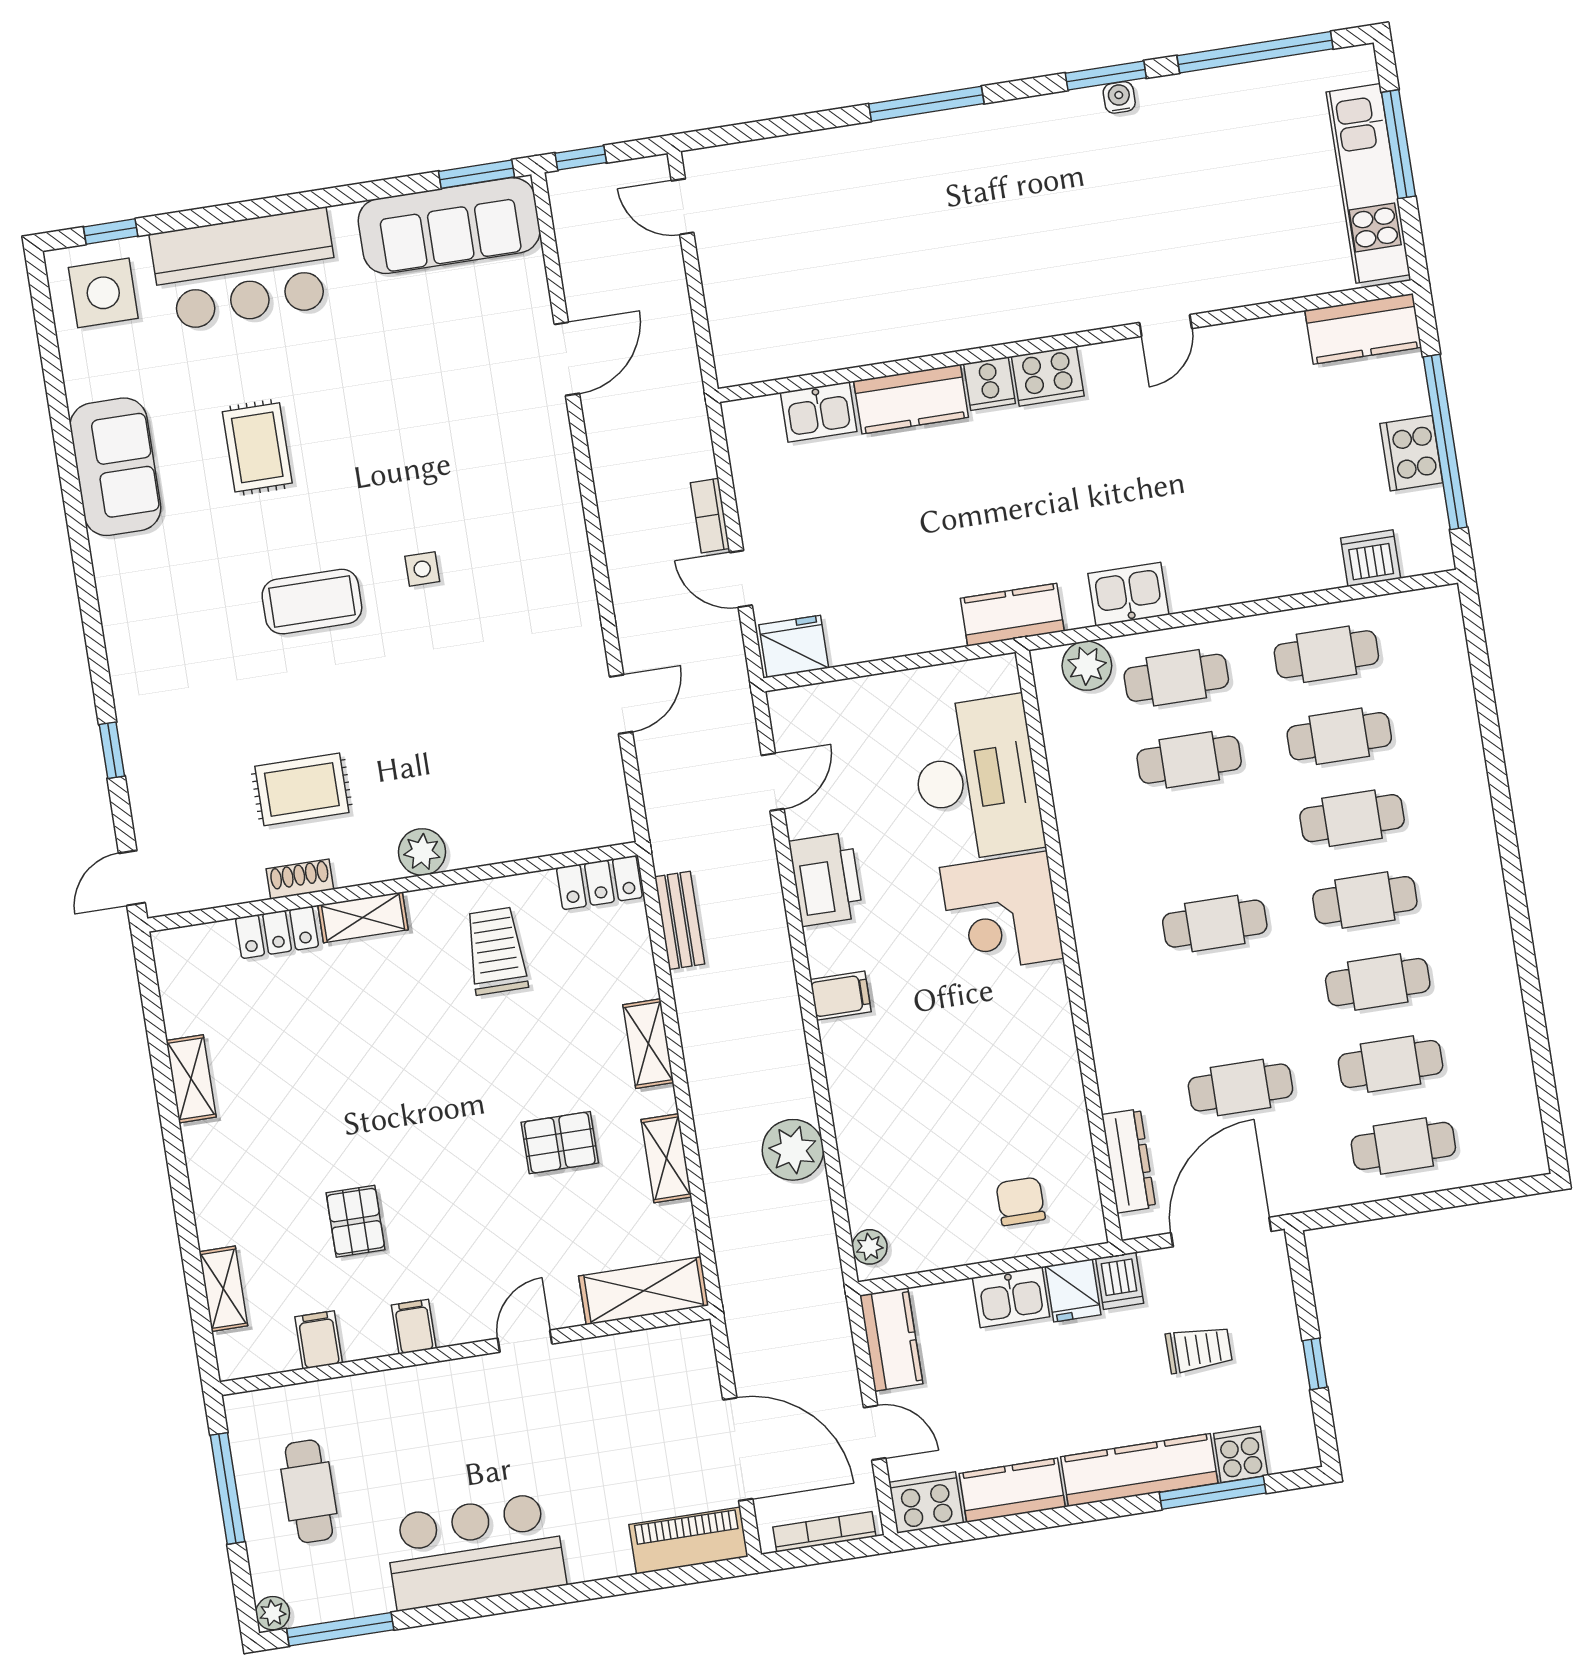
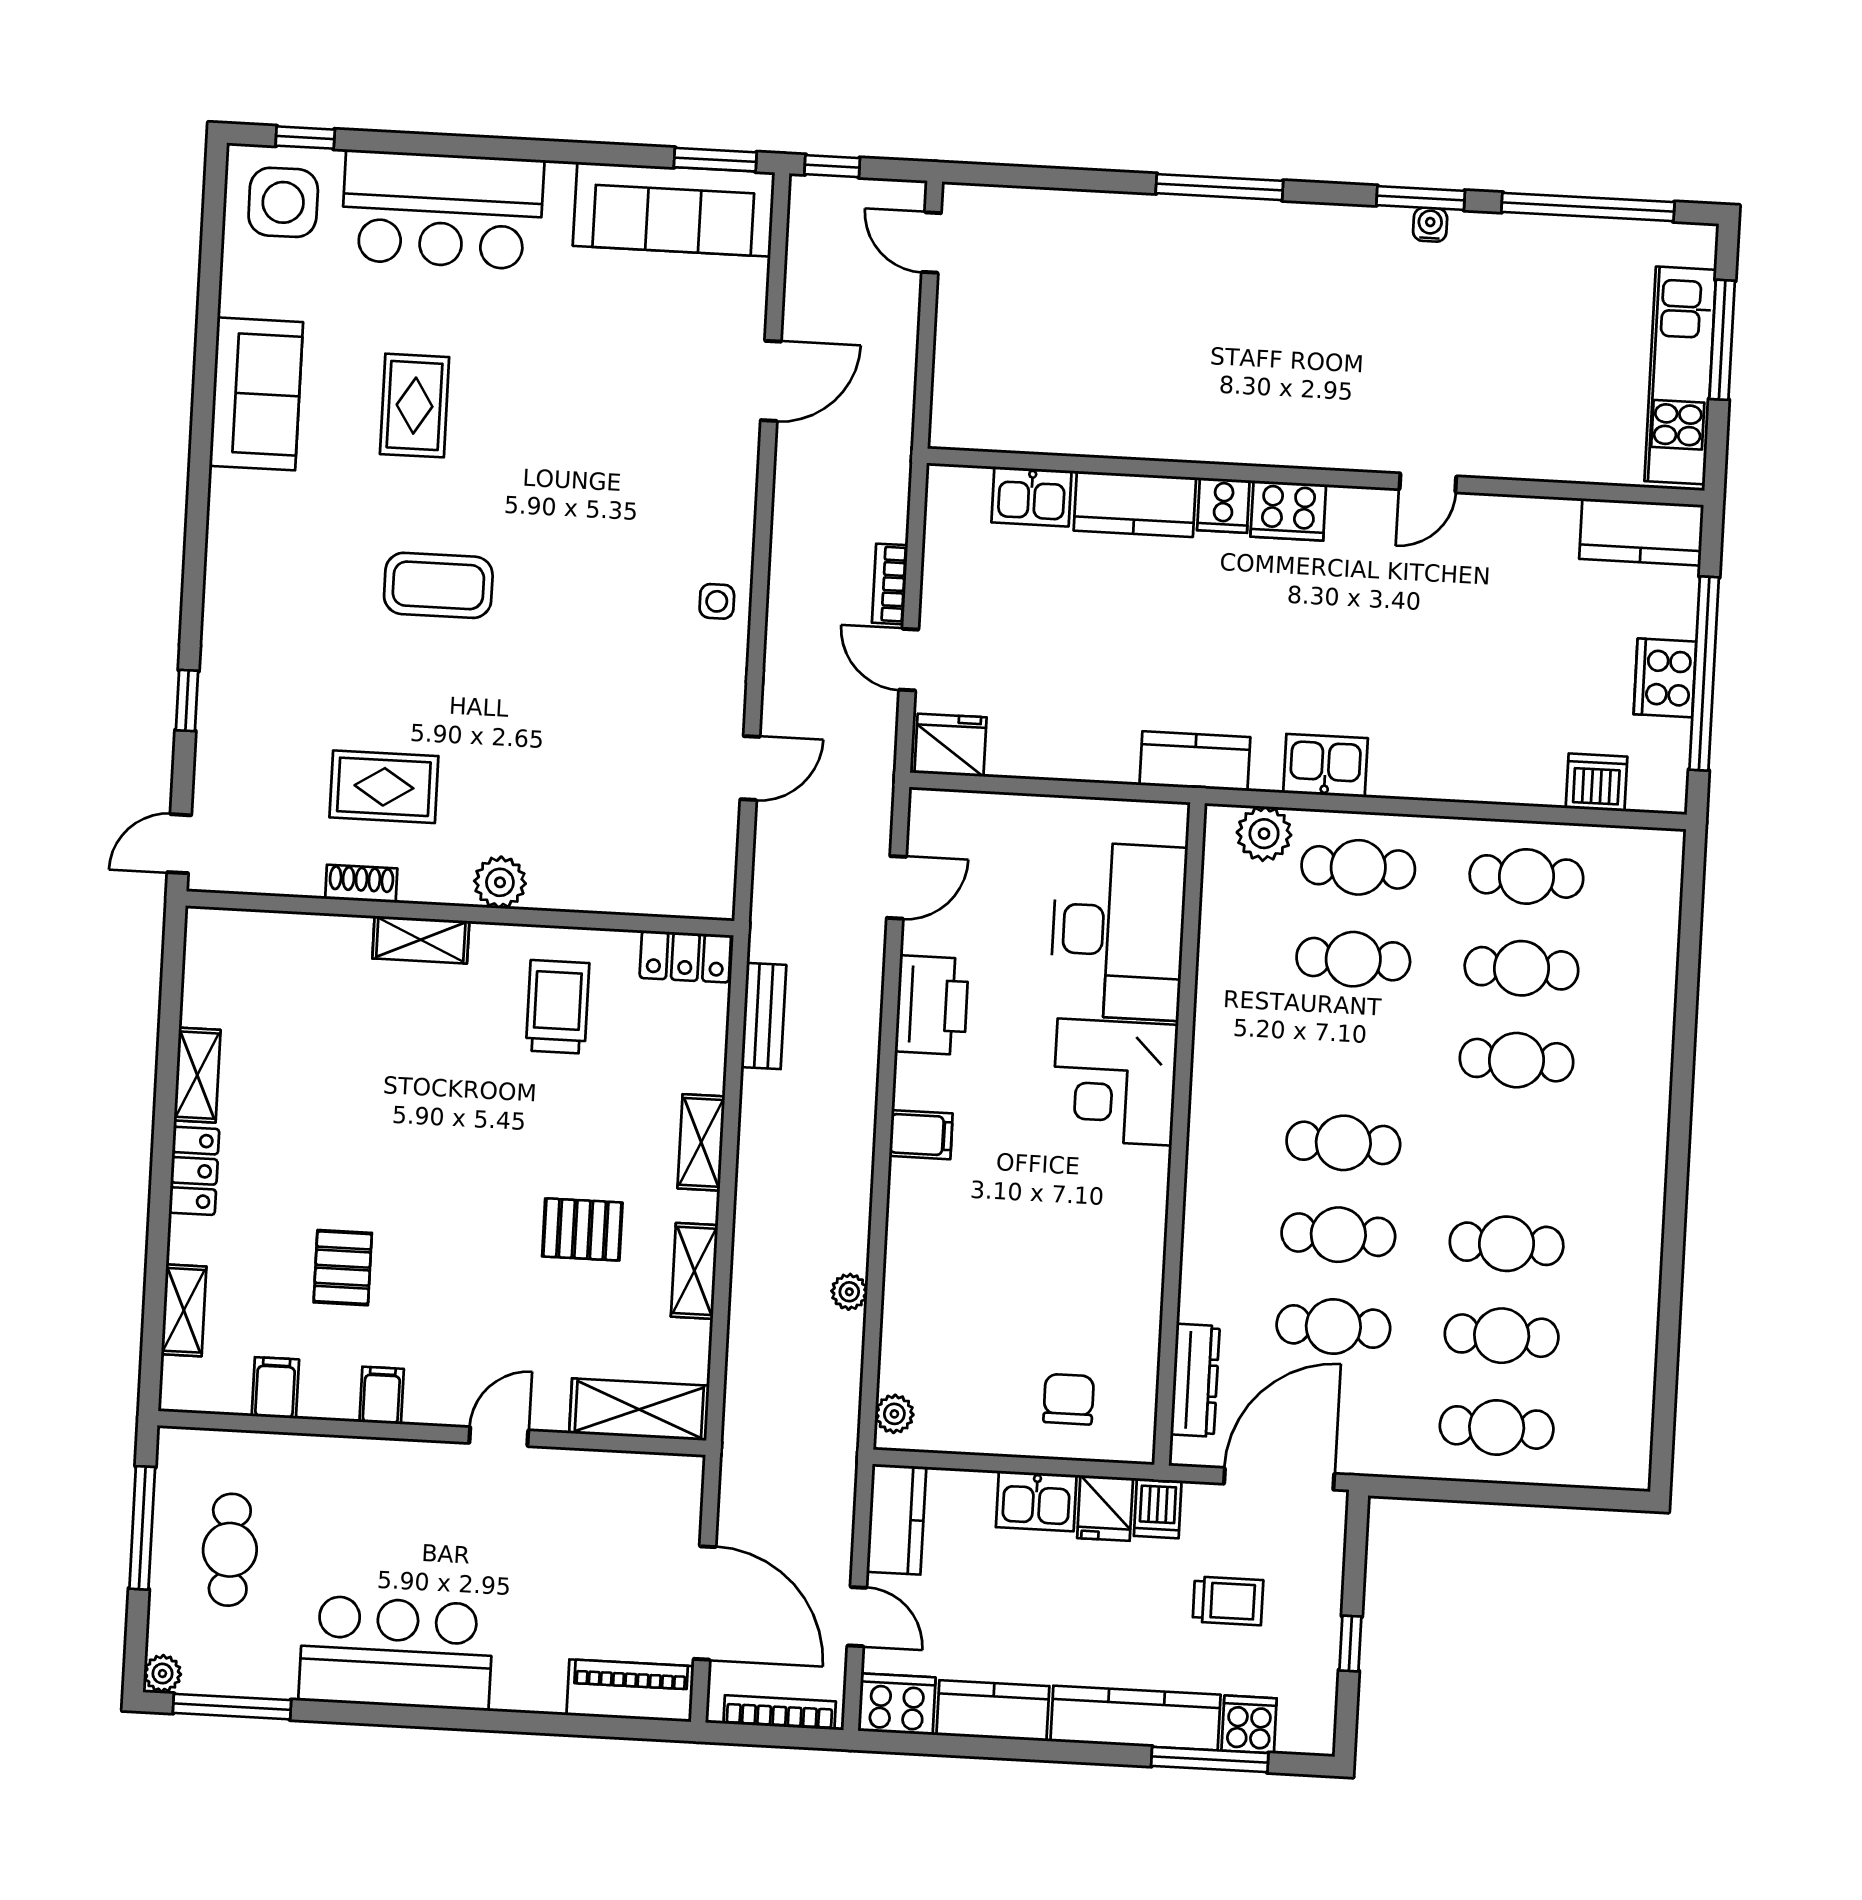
side table: (422, 569) -> (717, 601), moved
cafe table: (1365, 900) -> (1338, 1235), moved
locker: (277, 932) -> (194, 1171), moved, turned -90
plant: (793, 1150) -> (849, 1292), width x0.53, depth x0.53

